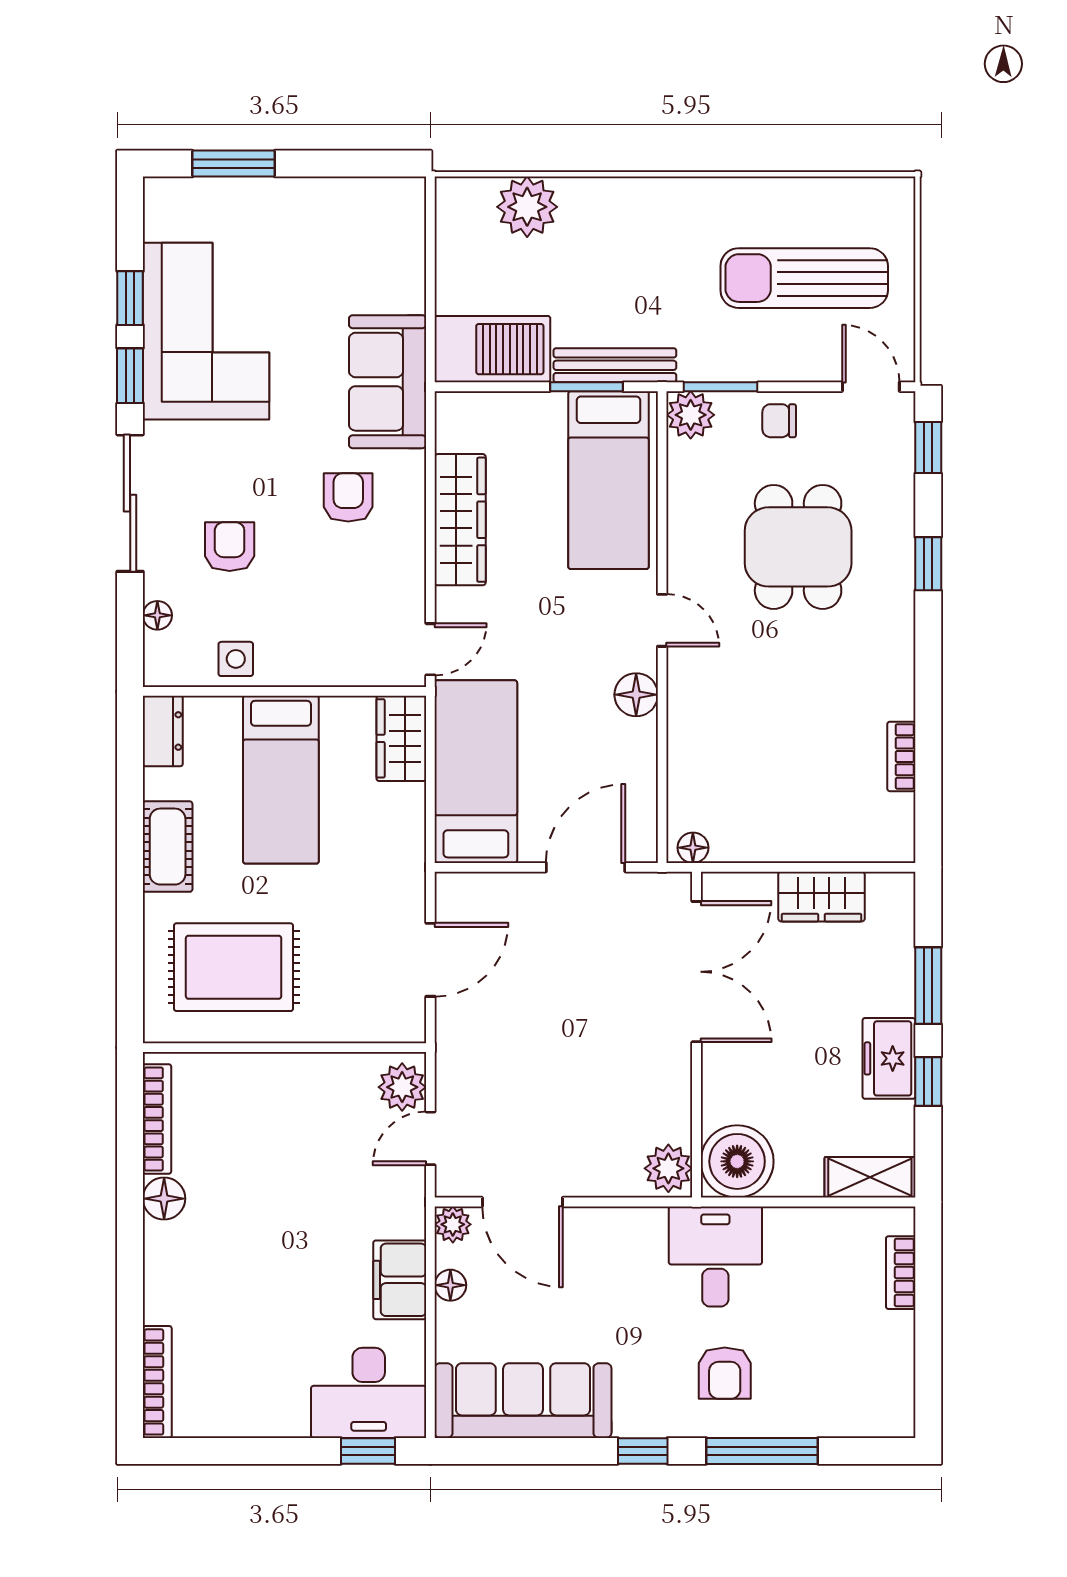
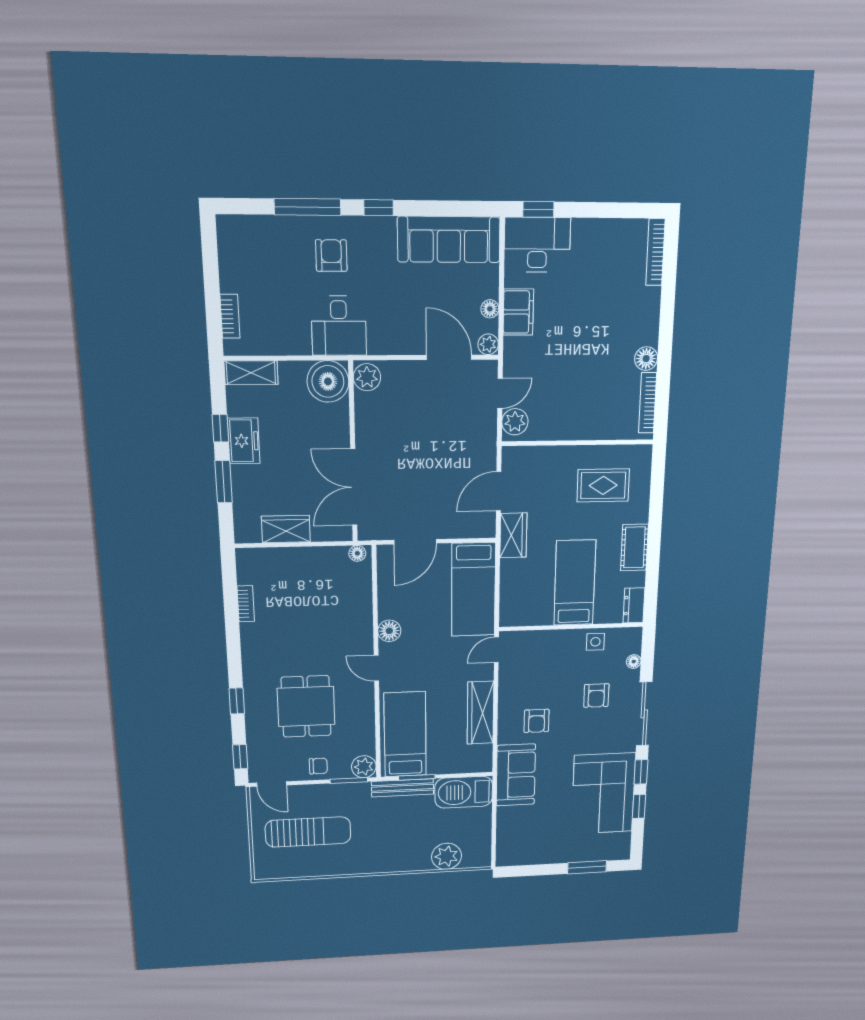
wardrobe: (401, 738) -> (513, 535), moved
rug: (234, 967) -> (603, 485), width x0.73, depth x0.70

